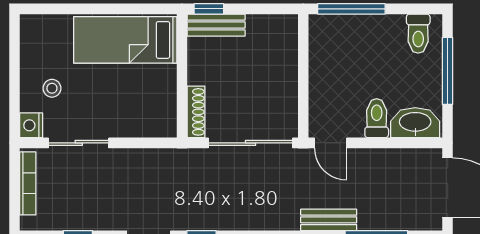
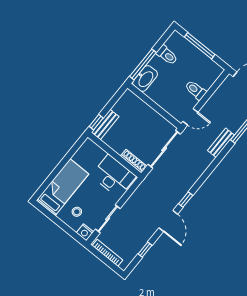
toilet: (418, 34) -> (167, 55), moved
bed: (125, 40) -> (63, 187), moved, turned 180
desk: (150, 100) -> (114, 176), added
washbasin: (415, 123) -> (145, 78), moved, turned 180

